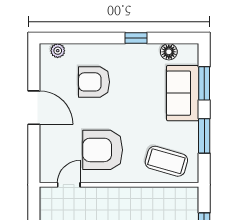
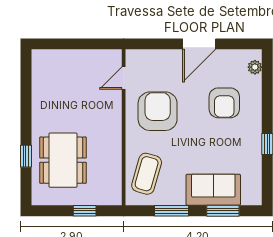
floor lamp: (169, 52) -> (254, 176), removed
armchair: (94, 82) -> (224, 103), turned 180
door: (69, 185) -> (124, 78), swing flipped

